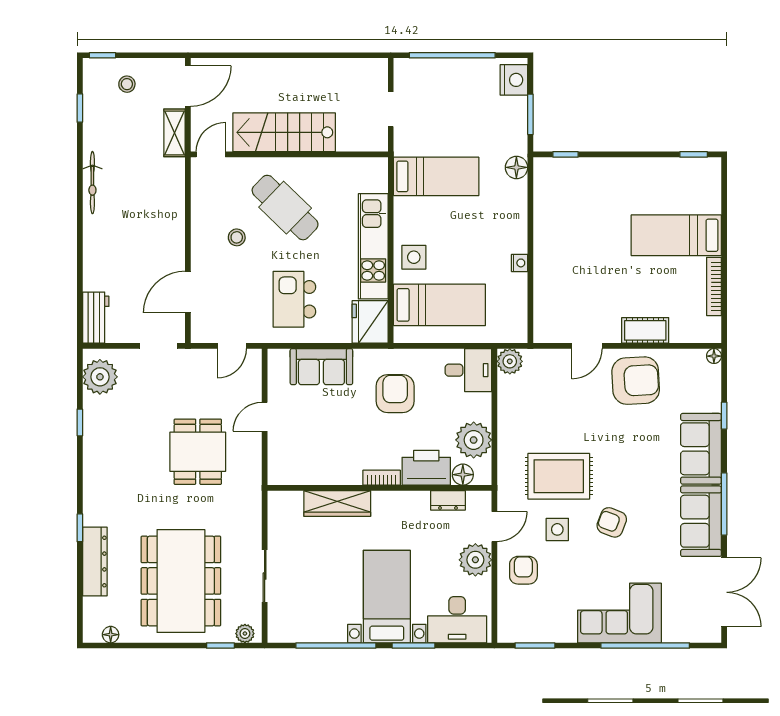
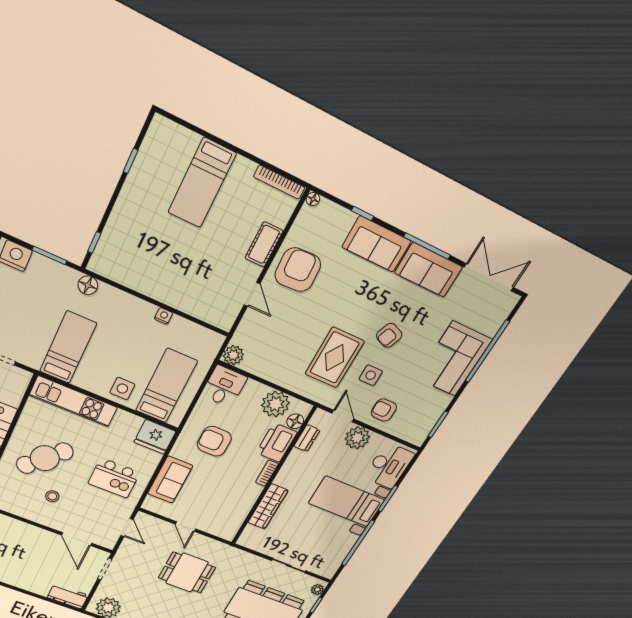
window: (694, 154) -> (131, 161), moved
kitchen unit: (373, 246) -> (74, 401), moved
bookcase: (714, 286) -> (279, 182), moved

